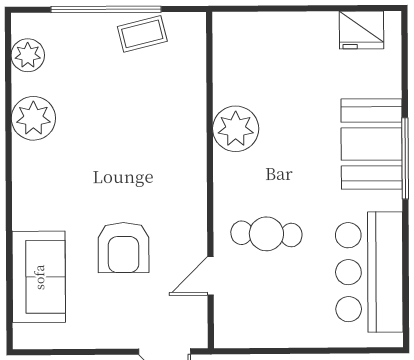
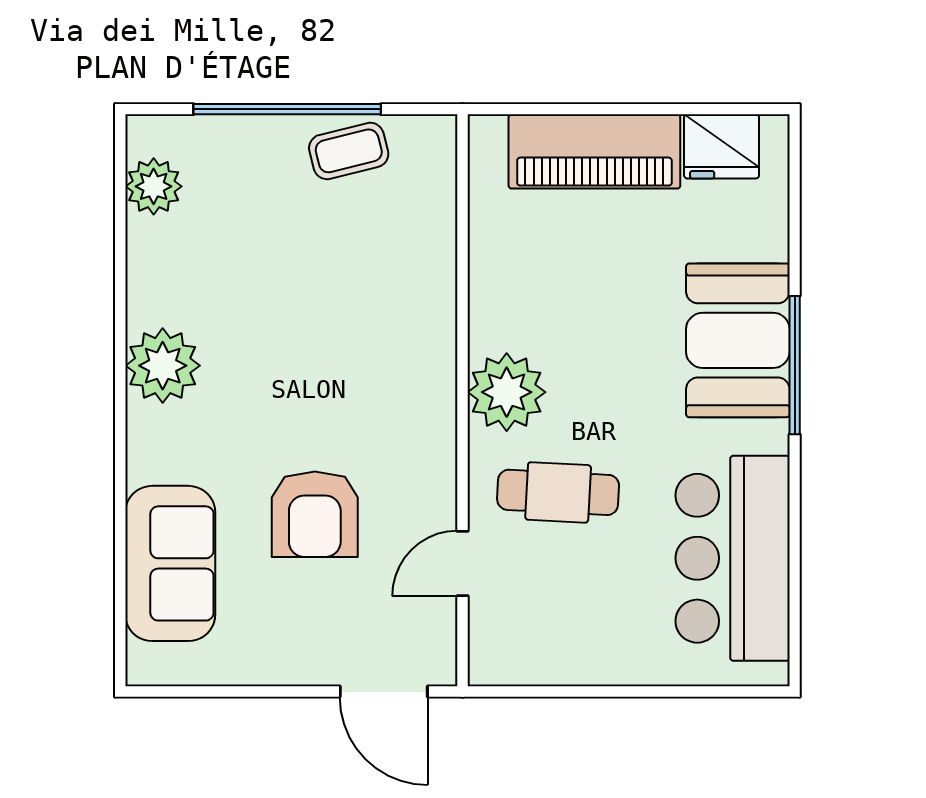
piano: (287, 33) -> (594, 151), added
plant: (33, 118) -> (163, 366), moved
plant: (236, 129) -> (507, 392), moved

